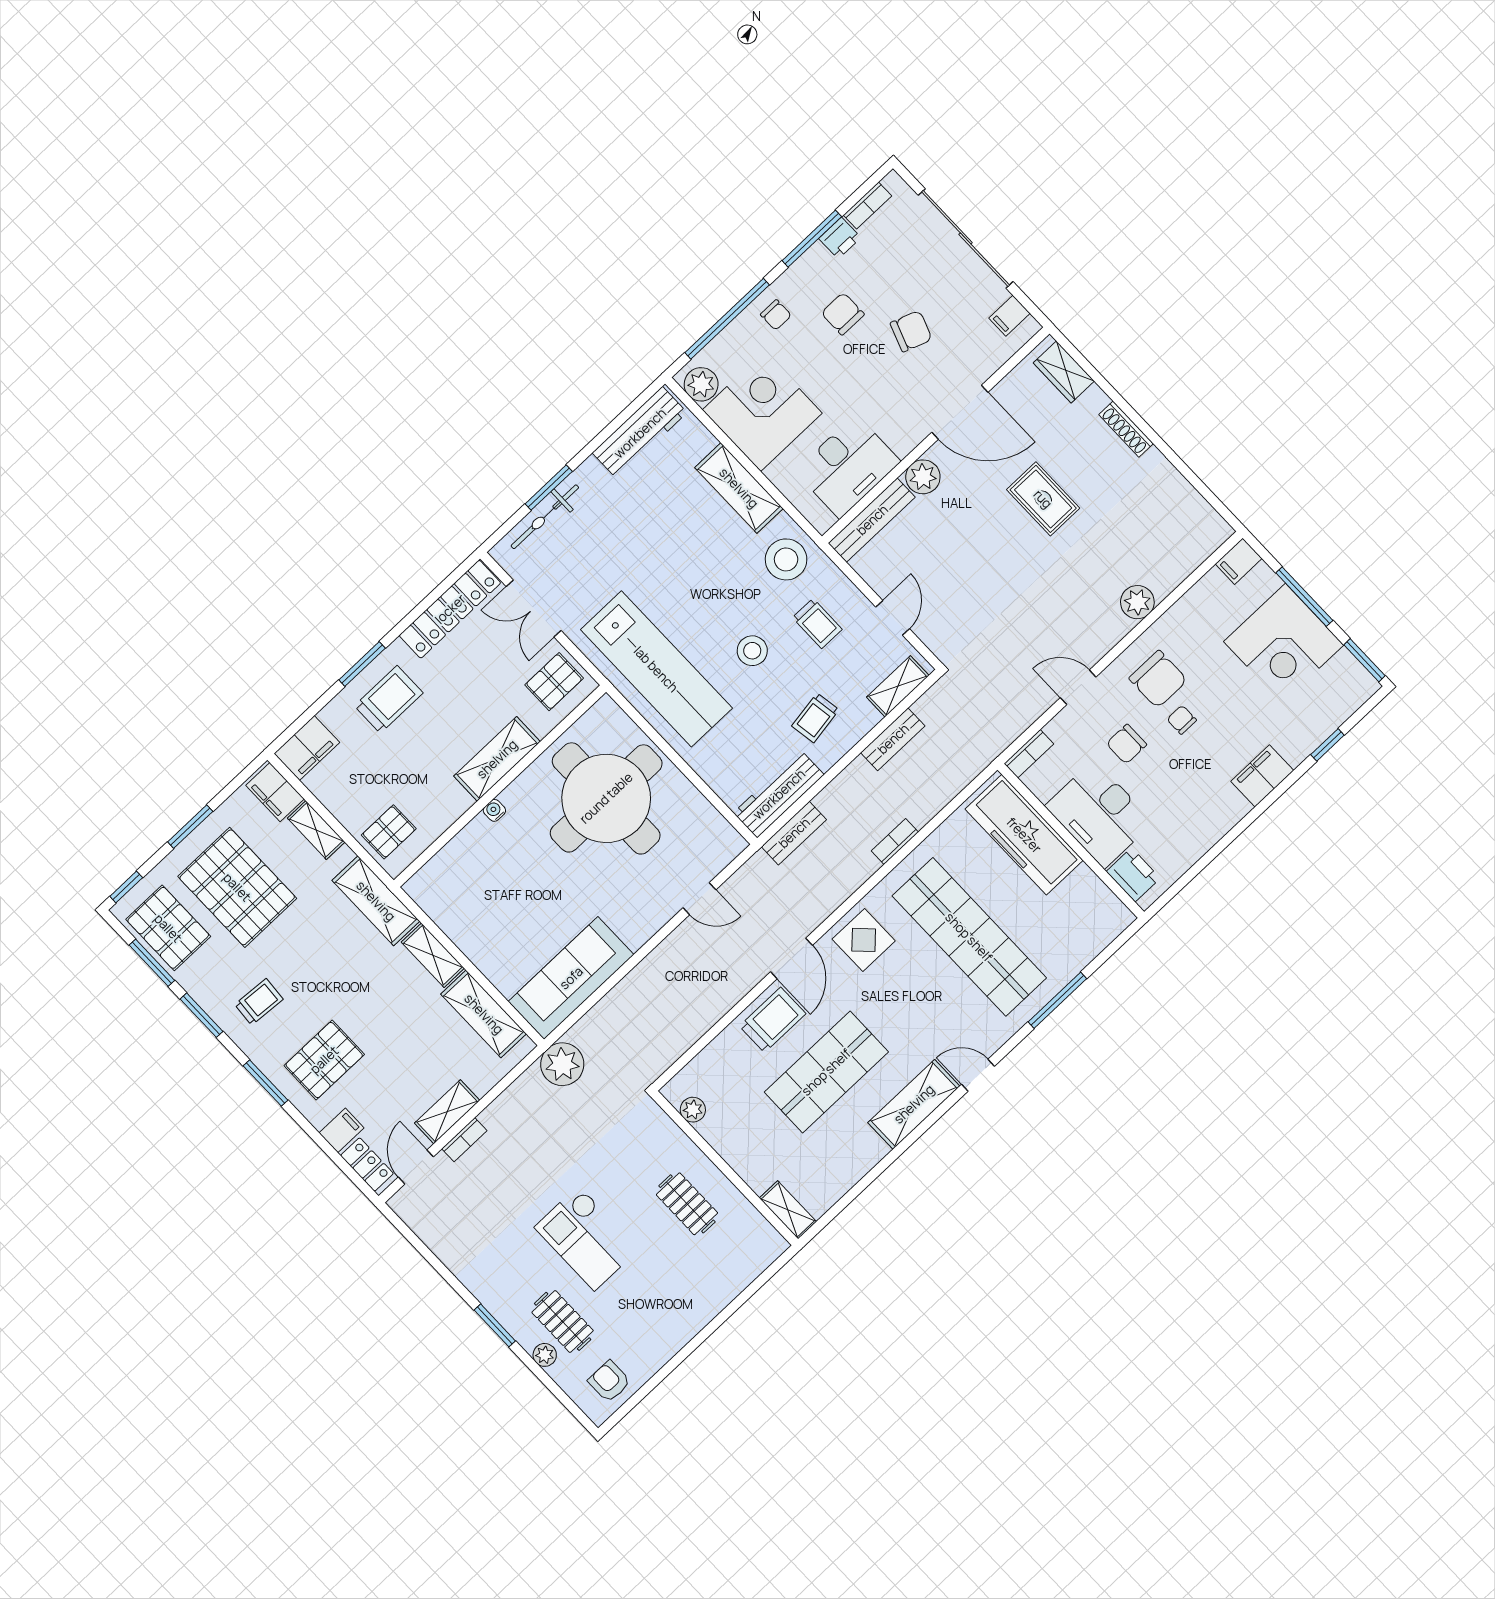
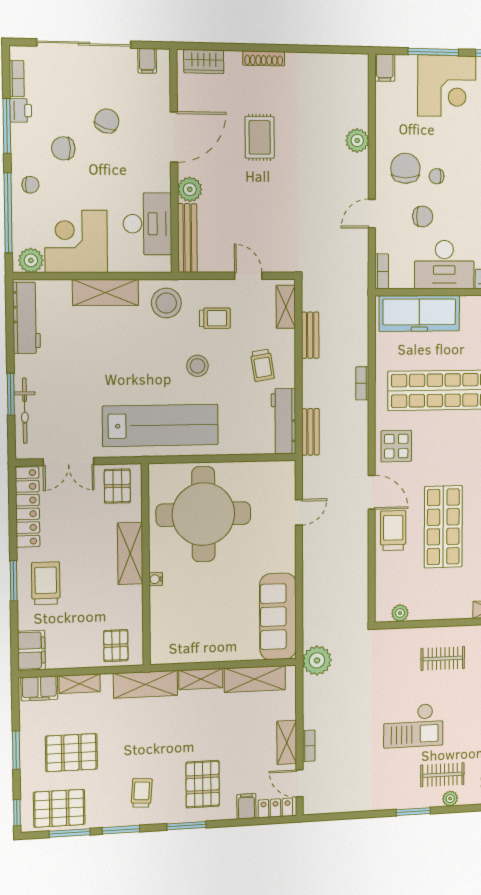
rug: (1043, 499) -> (260, 137), turned 90
chair: (1158, 679) -> (405, 168), turned -90
chair: (1127, 744) -> (423, 217), turned -90
pallet: (237, 887) -> (71, 753), width x0.73, depth x0.71

